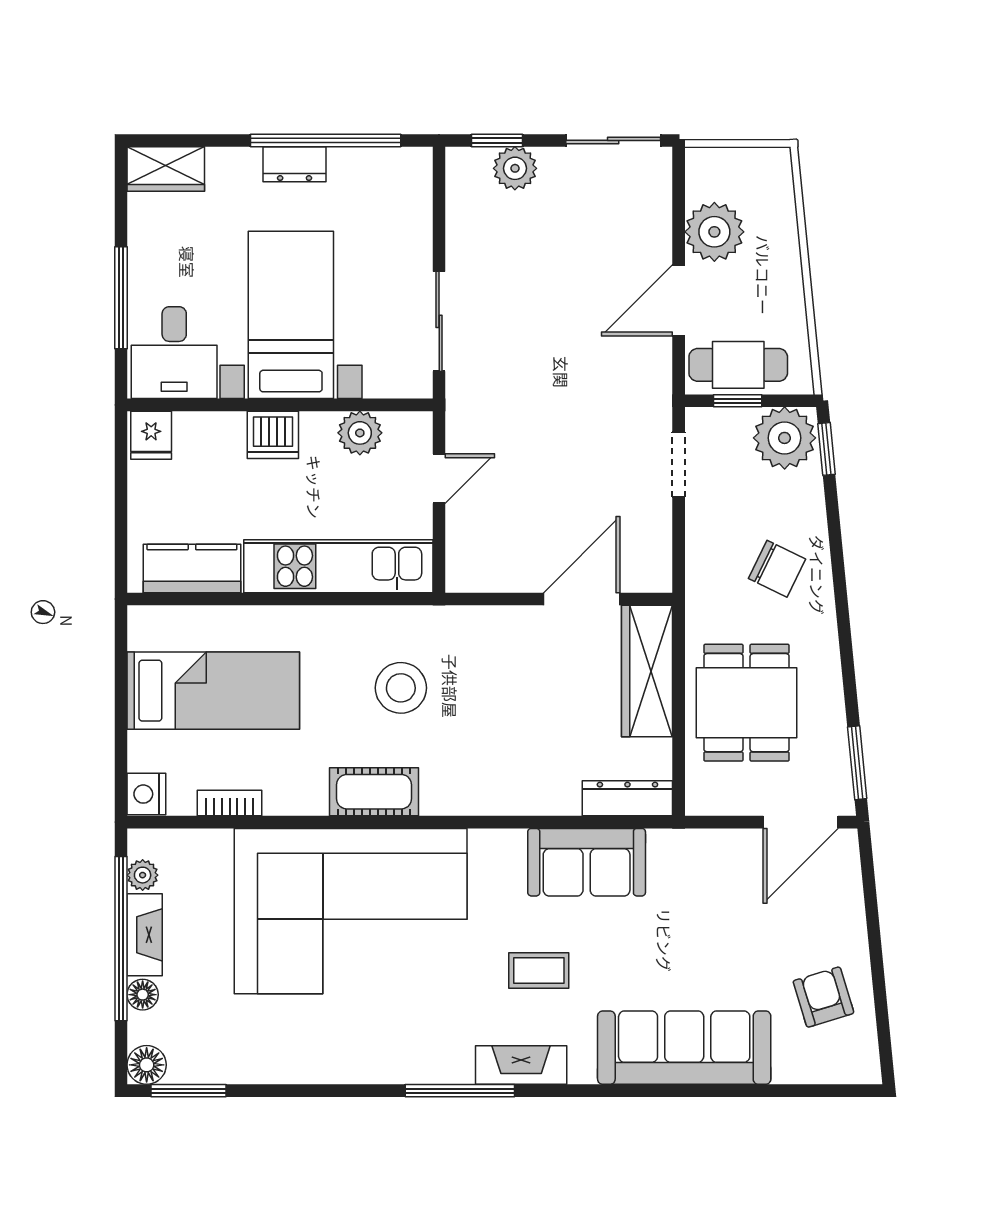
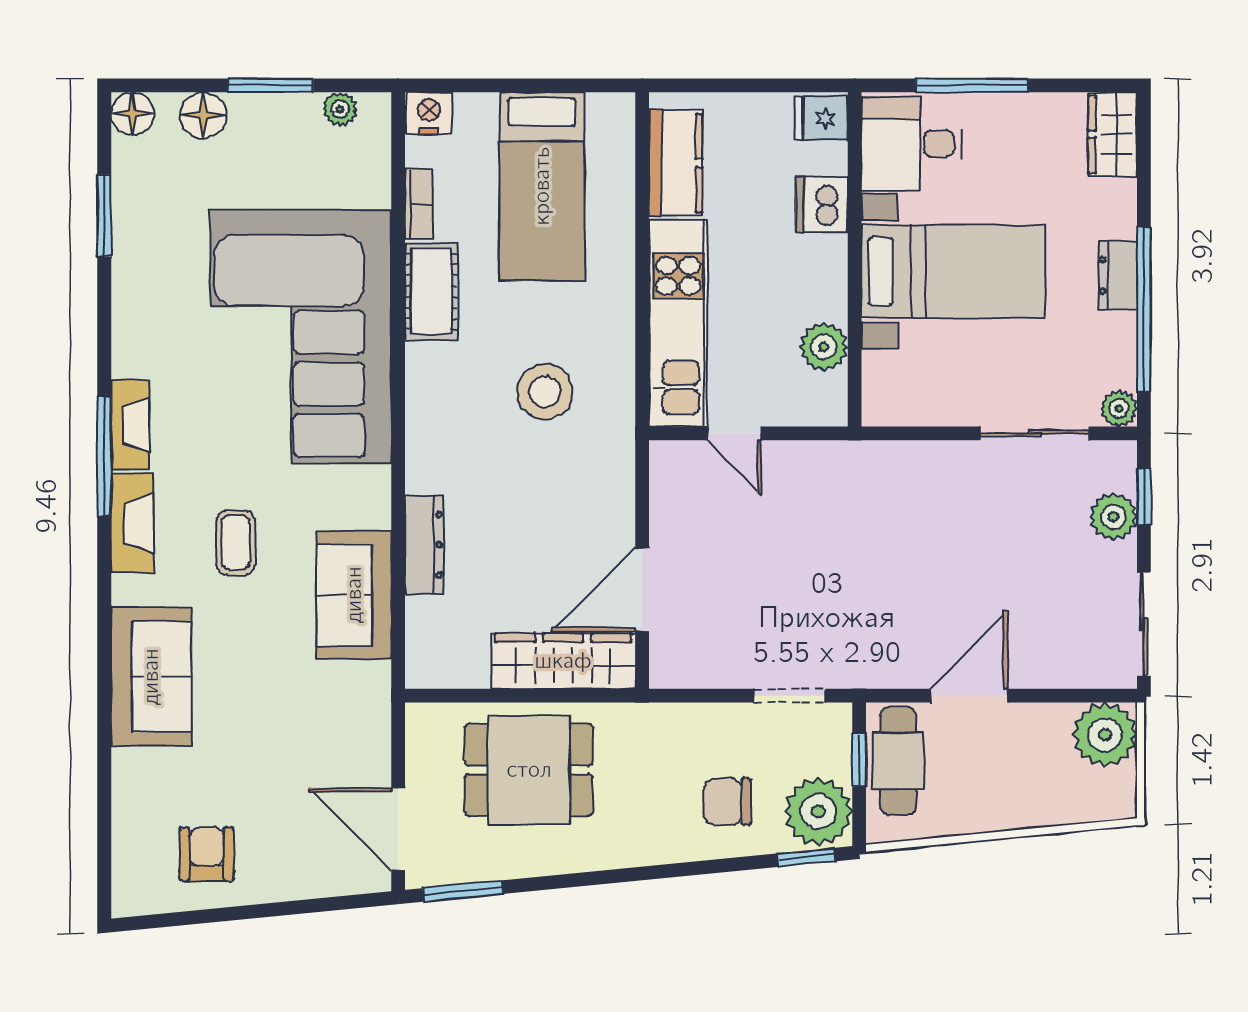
plant: (416, 163) -> (1119, 408), added
plant: (714, 232) -> (1105, 735), moved
door: (679, 300) -> (969, 696), hinge flipped
sliding door: (439, 321) -> (1035, 433), moved
dishwasher: (273, 435) -> (822, 205), moved
door: (439, 479) -> (734, 433), moved
chair: (777, 569) -> (727, 802), moved, turned 64
door: (582, 599) -> (642, 590), swing flipped
cot: (374, 792) -> (431, 291), moved
dresser: (627, 798) -> (424, 545), moved
fireplace: (145, 935) -> (130, 425), moved, turned -90
window: (121, 939) -> (270, 85), width x0.47
floor lamp: (143, 995) -> (203, 115), width x1.37, depth x1.37
armchair: (823, 997) -> (207, 854), turned -73
sofa: (684, 1048) -> (151, 677), width x0.73
window: (188, 1091) -> (104, 216), moved

